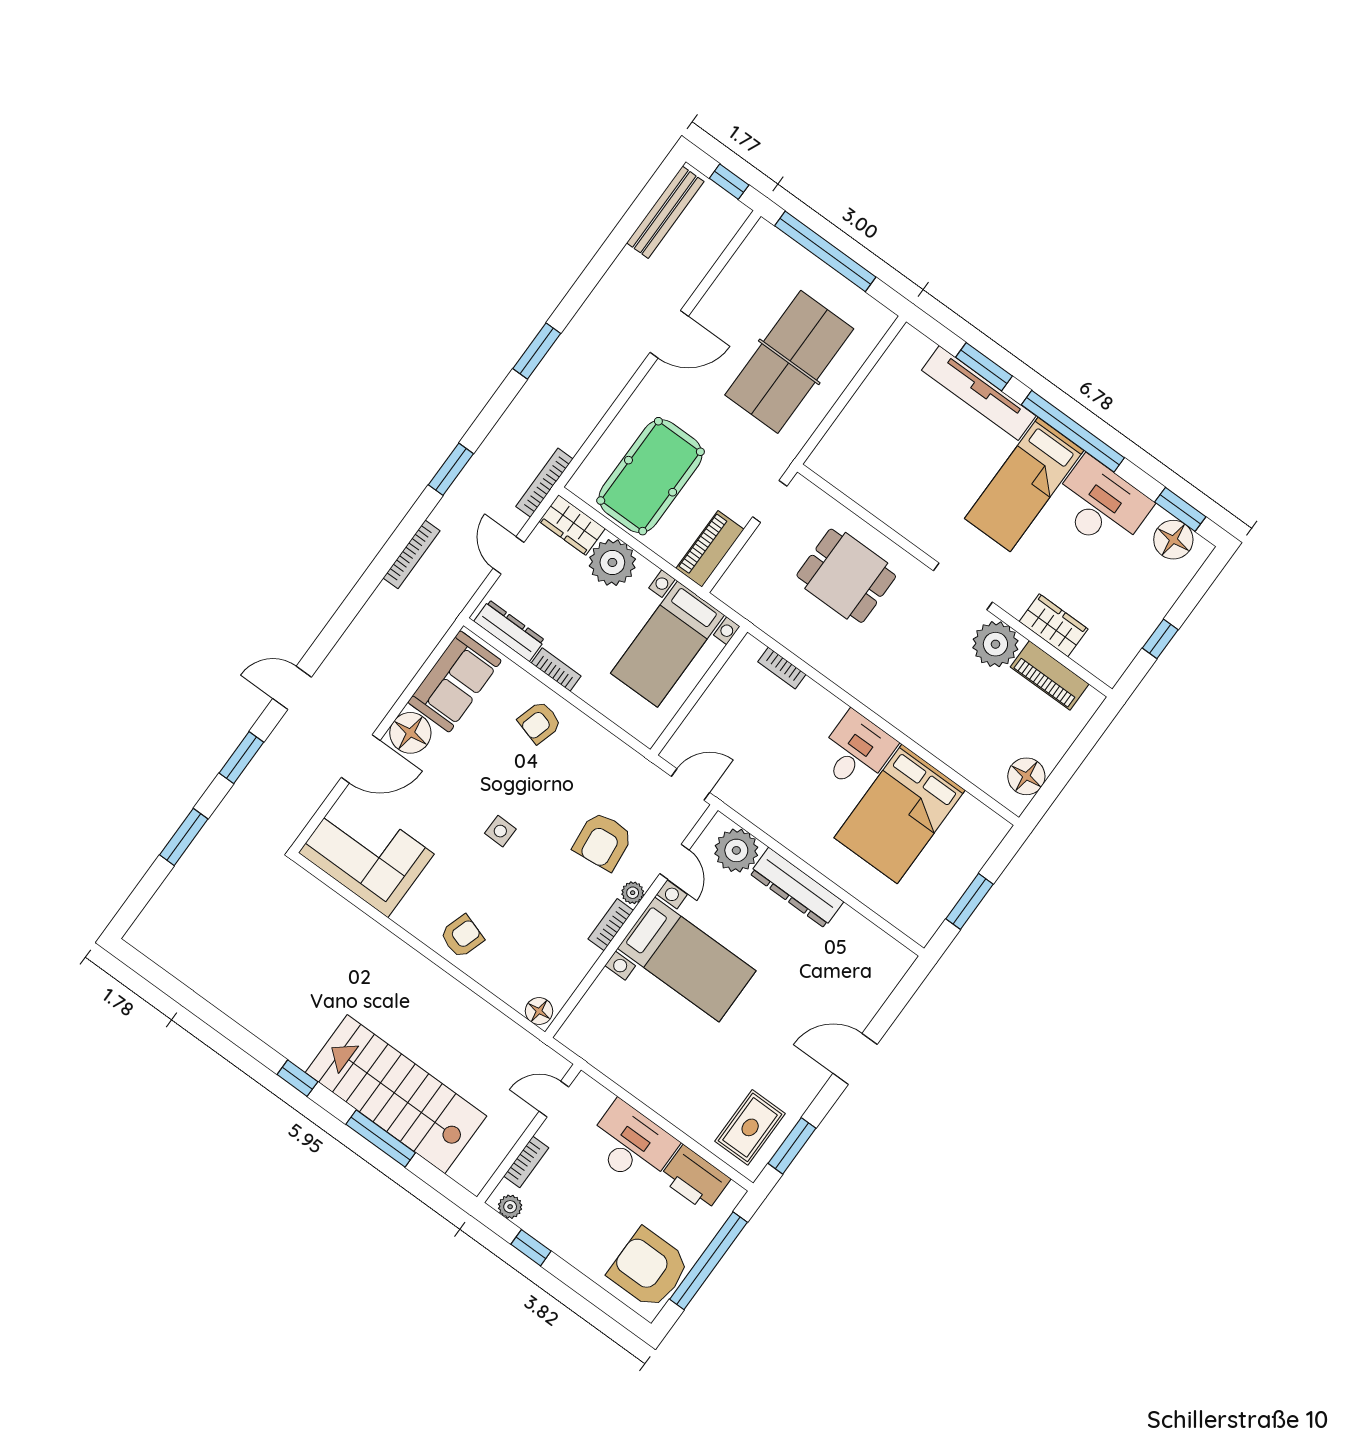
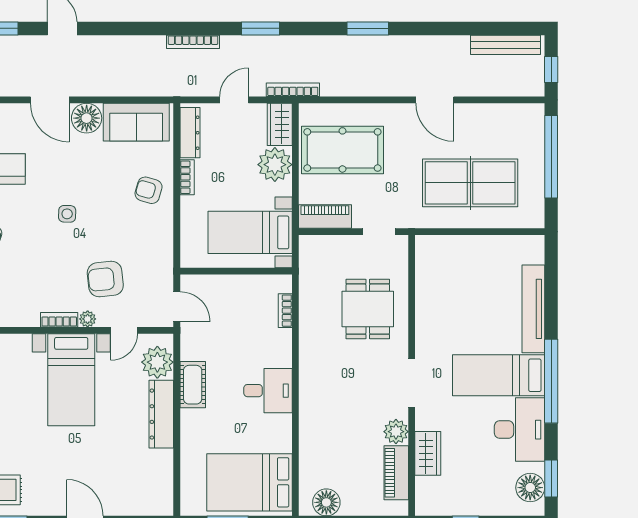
window: (984, 367) -> (551, 301), removed
plant: (995, 644) -> (396, 432), width x0.73, depth x0.73
bed: (900, 814) -> (249, 482), moved
cot: (789, 830) -> (193, 385), added

